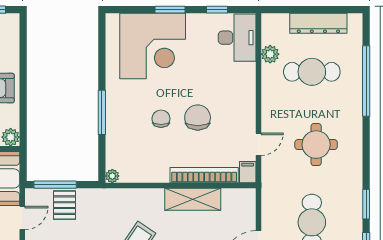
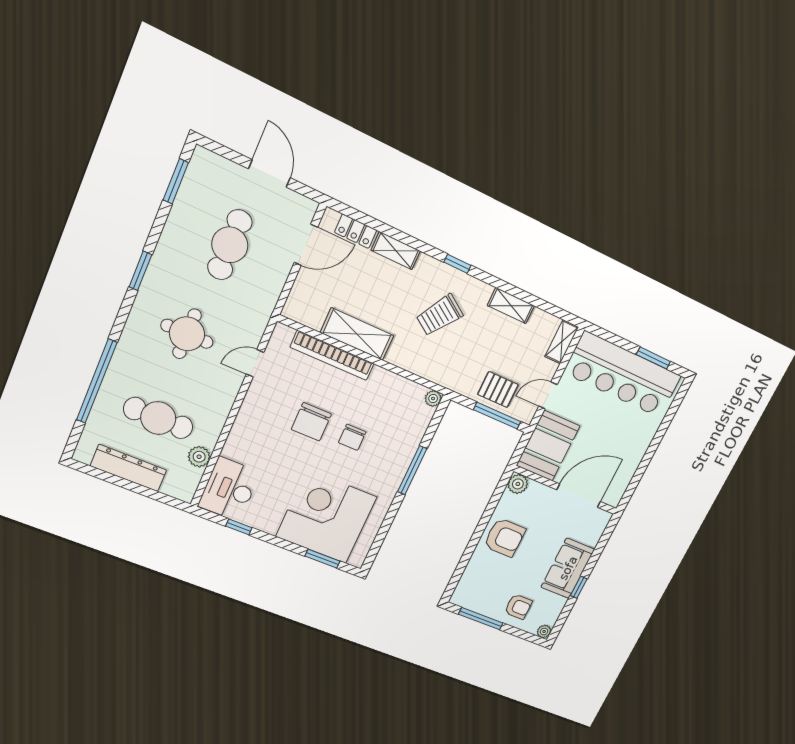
window: (170, 10) -> (322, 559), moved
filing cabinet: (248, 172) -> (281, 337), removed
window: (366, 204) -> (140, 271), moved
pallet: (65, 205) -> (498, 390), turned 90

